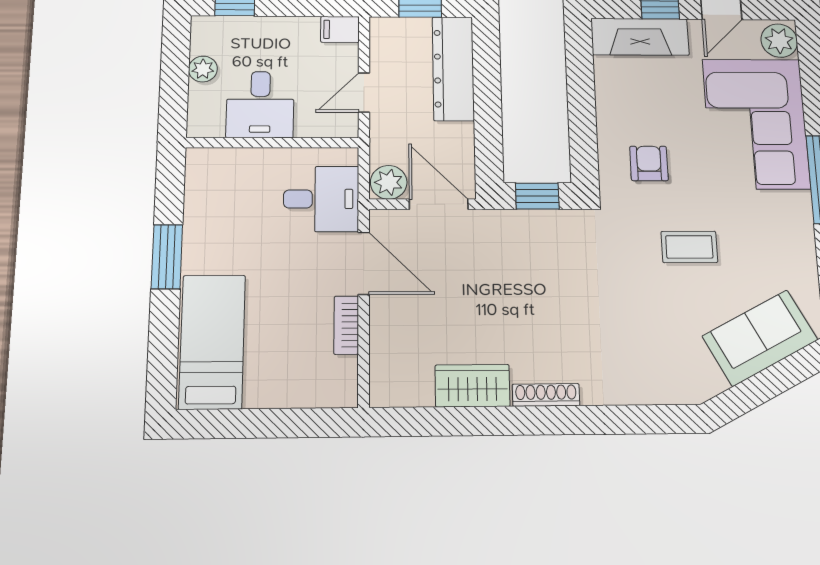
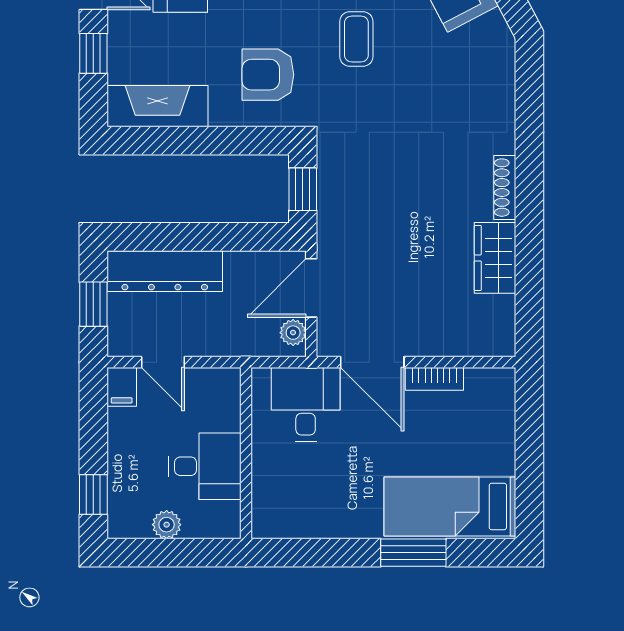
fireplace: (640, 37) -> (157, 106), moved, turned -90
door: (364, 93) -> (163, 362), moved
armchair: (649, 163) -> (268, 75), width x1.38, depth x1.38
plant: (389, 182) -> (293, 333), width x0.73, depth x0.73
window: (167, 257) -> (413, 553), moved
door: (364, 263) -> (372, 362), swing flipped

